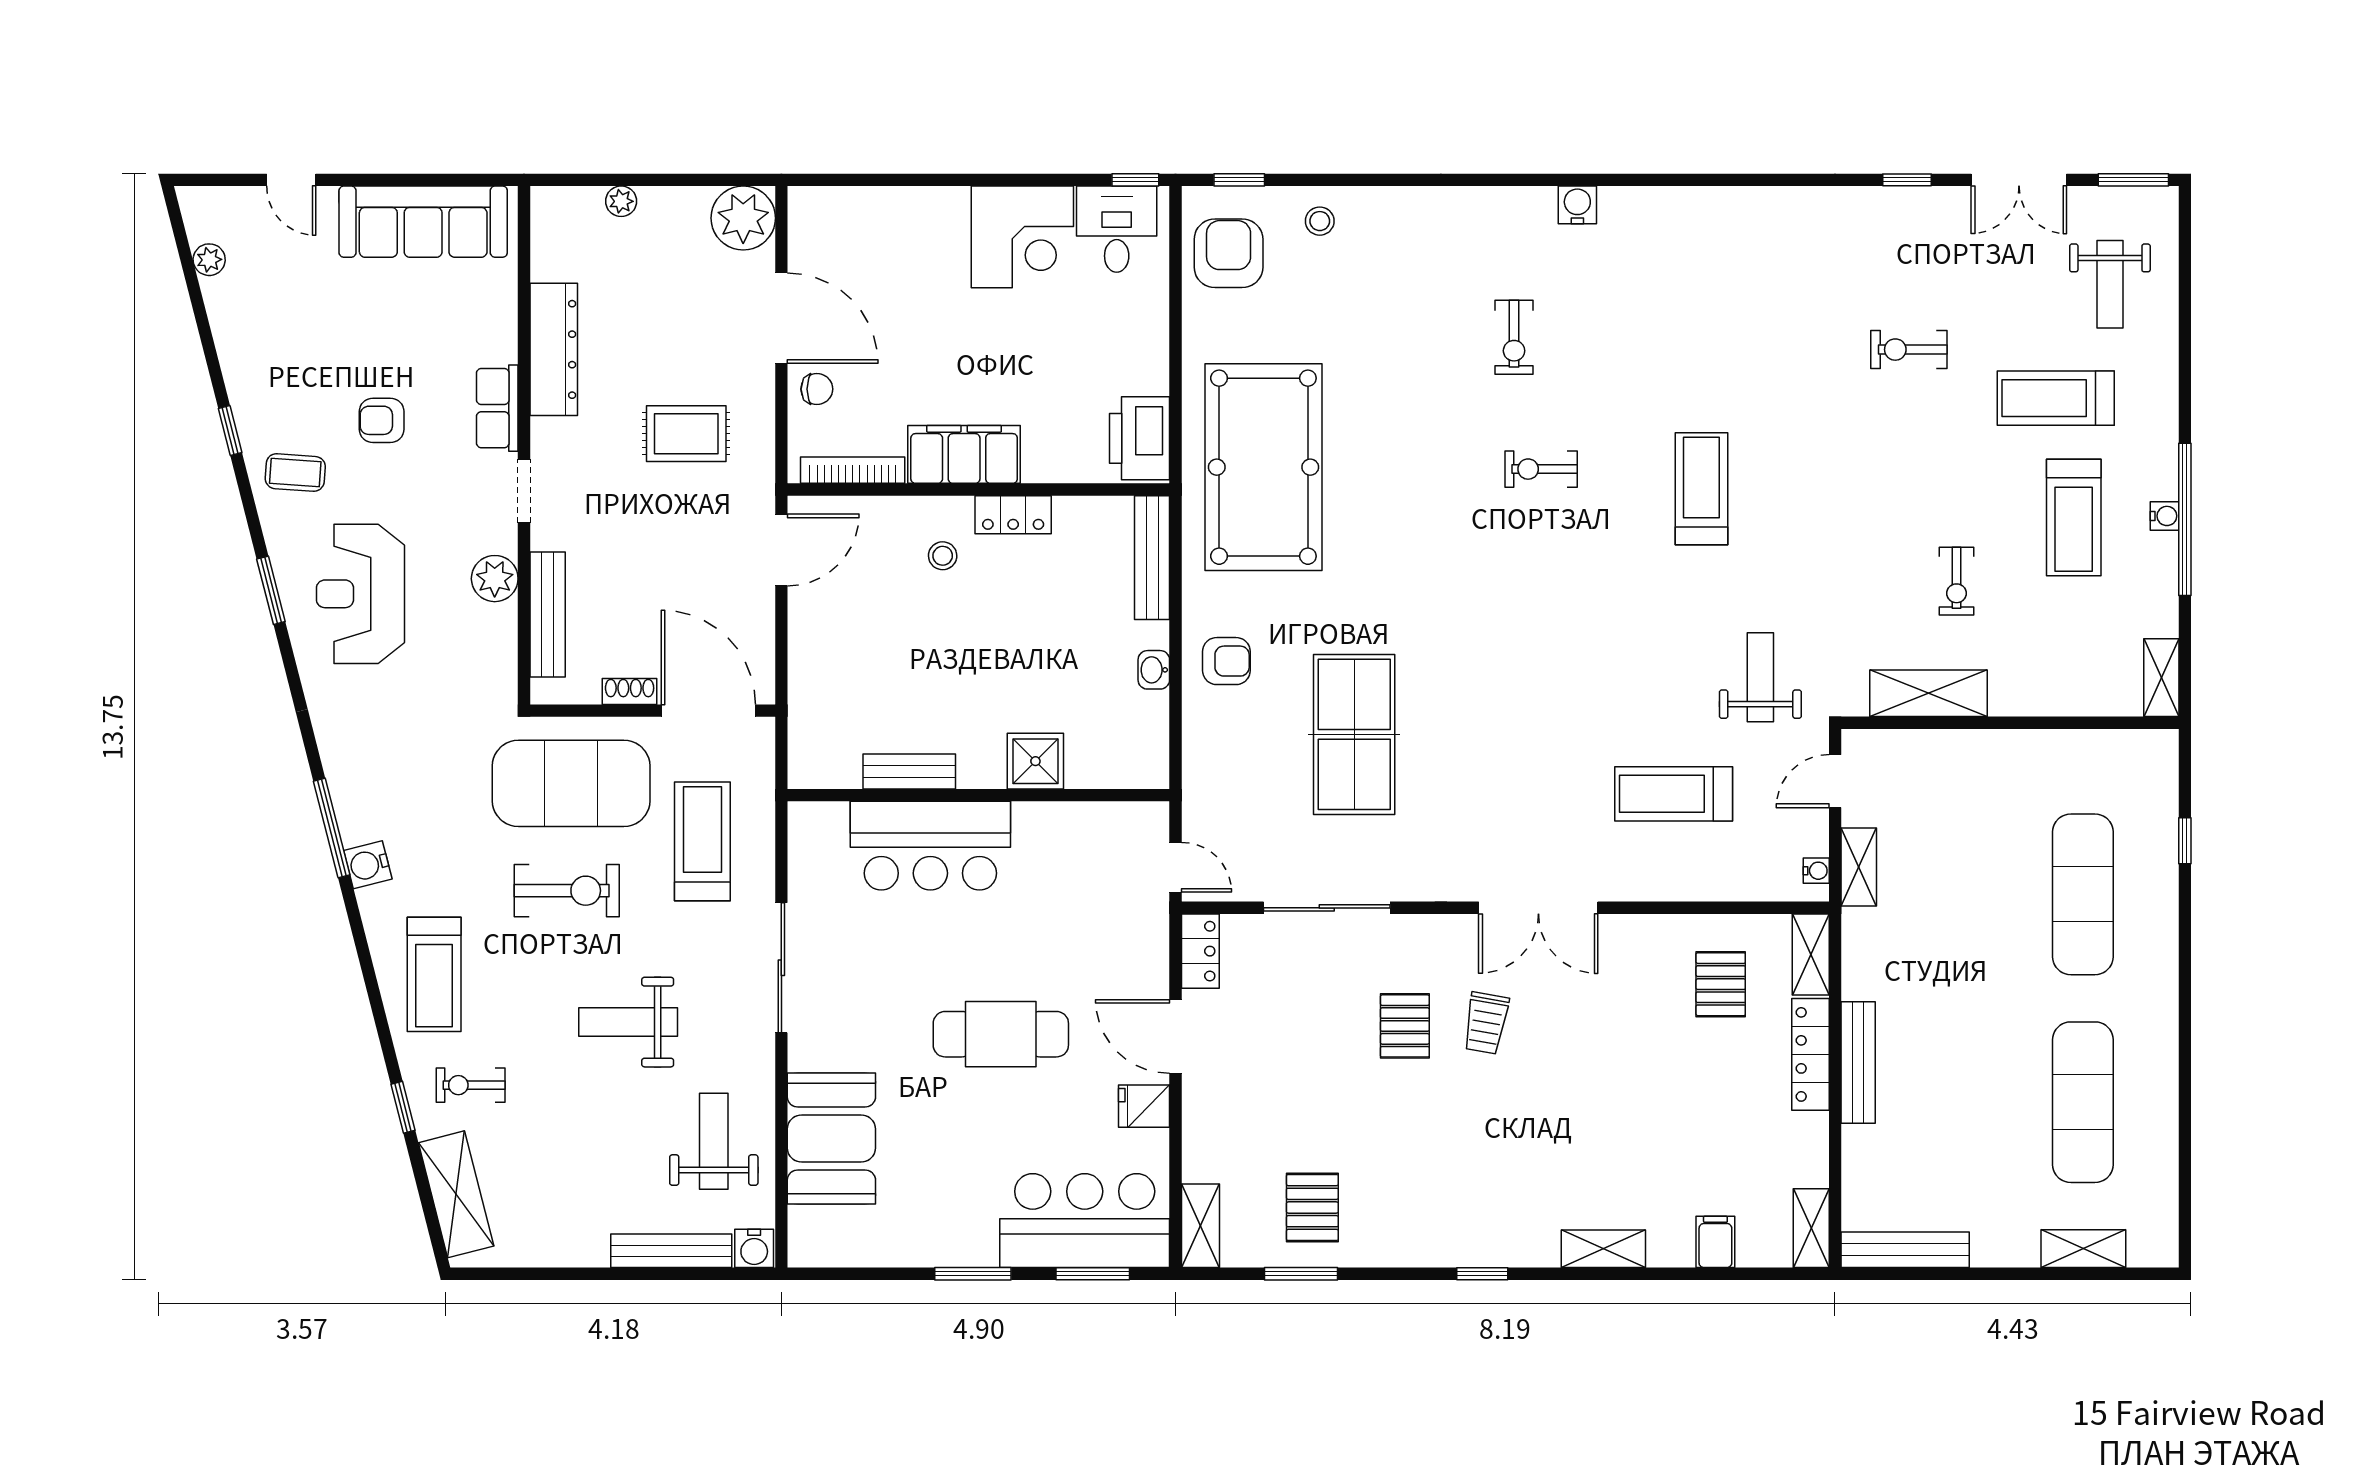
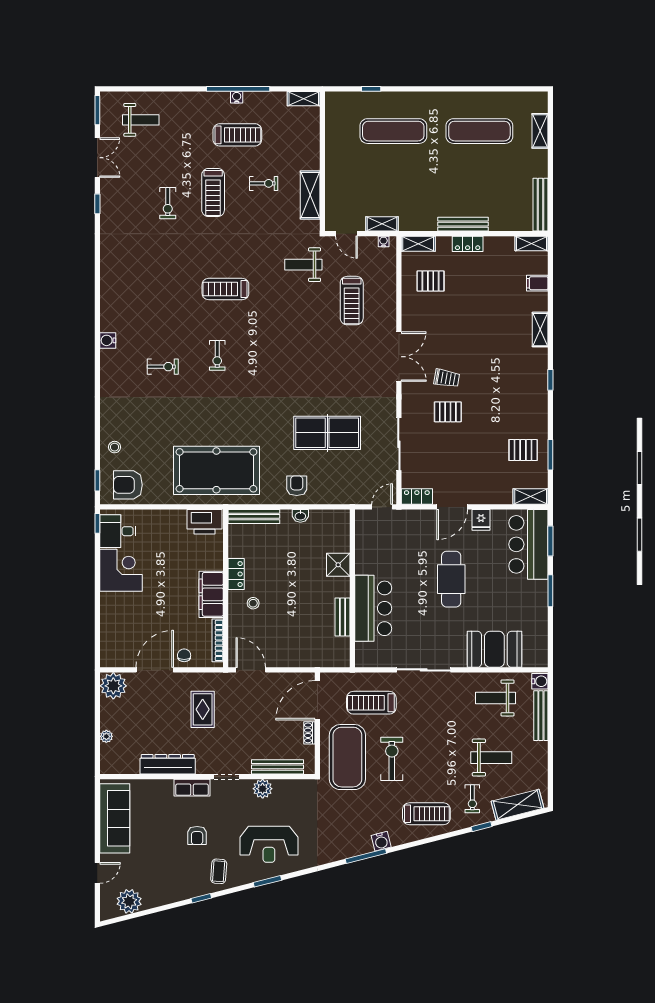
plant: (209, 260) -> (129, 901), width x1.88, depth x1.88
treadmill: (2056, 398) -> (213, 192), moved
weight bench: (628, 1022) -> (491, 758), moved, turned -90
locker: (1810, 1054) -> (468, 244), width x0.66

